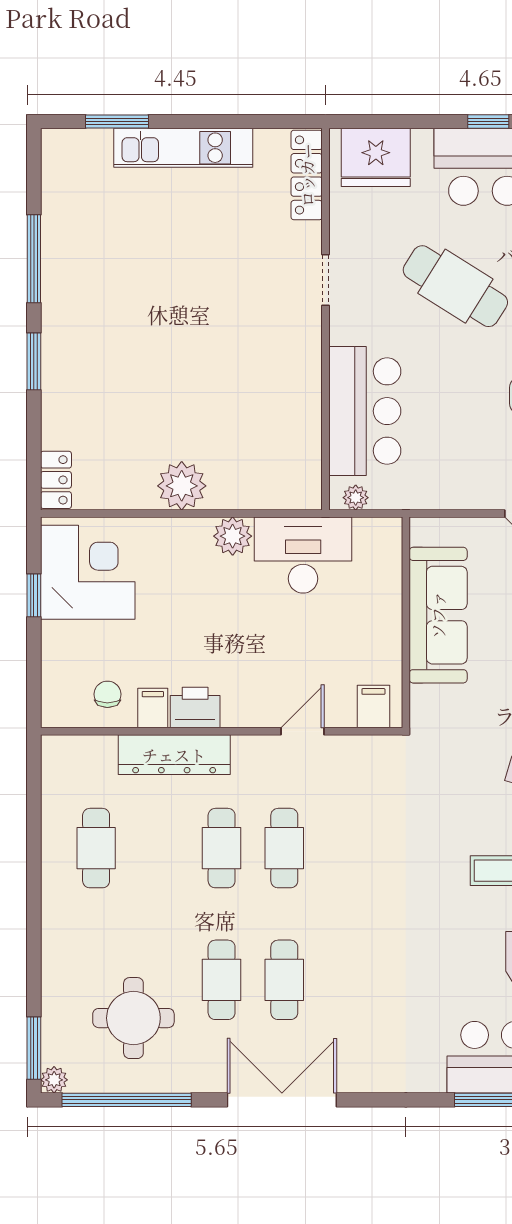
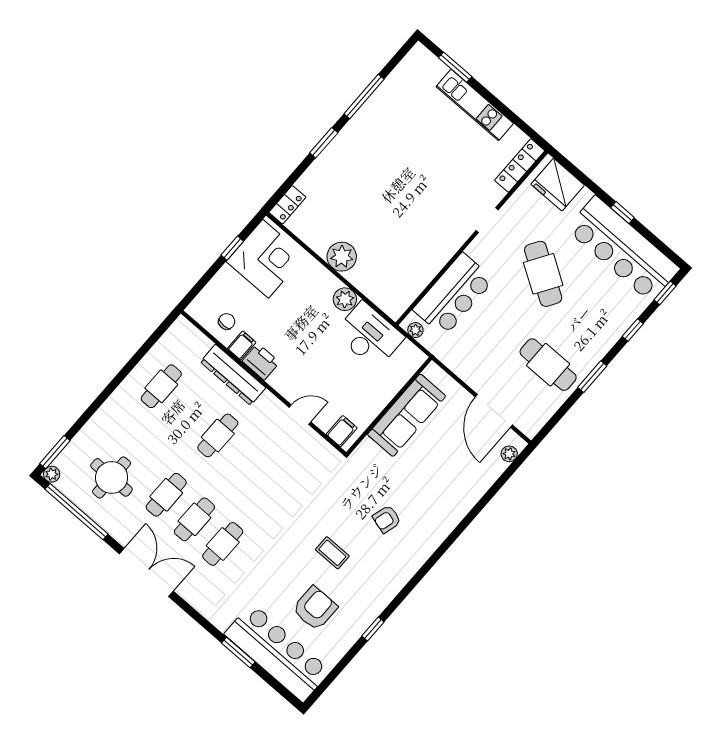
cafe table: (284, 848) -> (223, 544), moved

